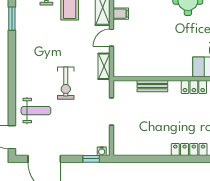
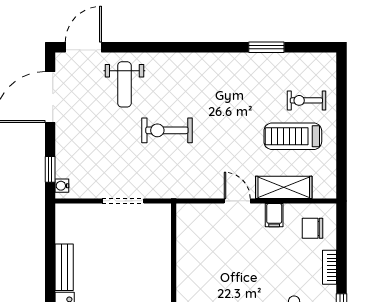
shelving: (104, 66) -> (193, 189), removed
bench: (152, 86) -> (64, 267), moved

